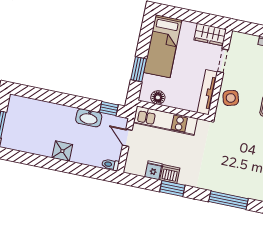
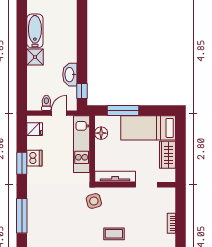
wardrobe: (210, 35) -> (167, 155), moved
window: (139, 69) -> (123, 111), width x1.44
side table: (231, 98) -> (94, 201), moved
bathtub: (35, 145) -> (35, 31), added
toilet: (110, 165) -> (46, 103), moved
fridge: (153, 170) -> (35, 129), moved

